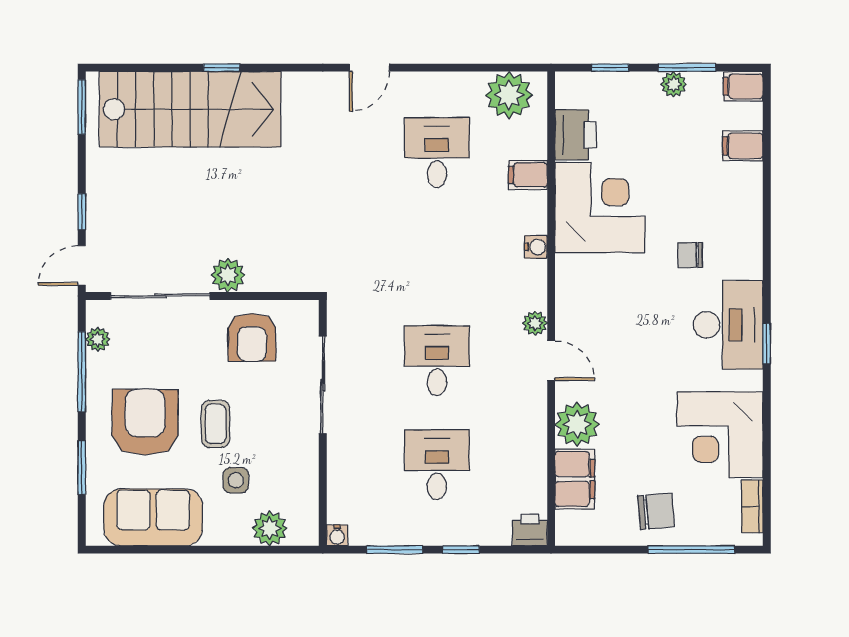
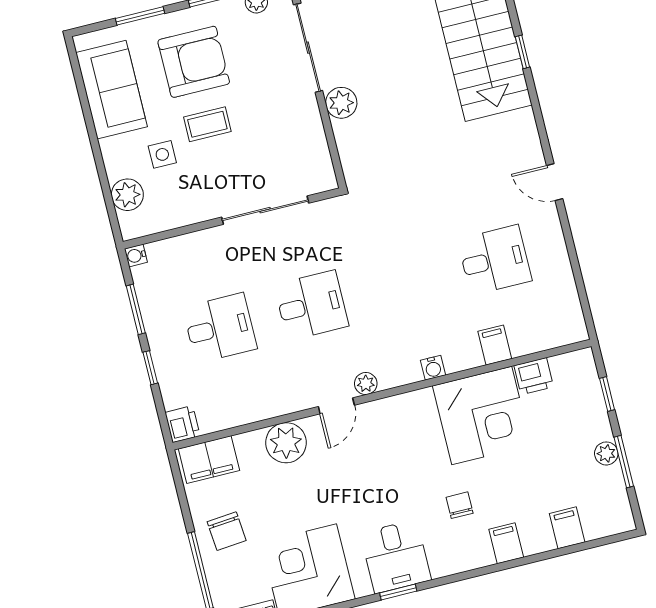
filing cabinet: (743, 86) -> (506, 543), moved
plant: (509, 95) -> (561, 311), removed
printer: (576, 135) -> (534, 376), width x0.73, depth x0.81
desk: (728, 325) -> (396, 557), width x0.73
armchair: (252, 337) -> (292, 137), removed
filing cabinet: (575, 479) -> (209, 460), moved

